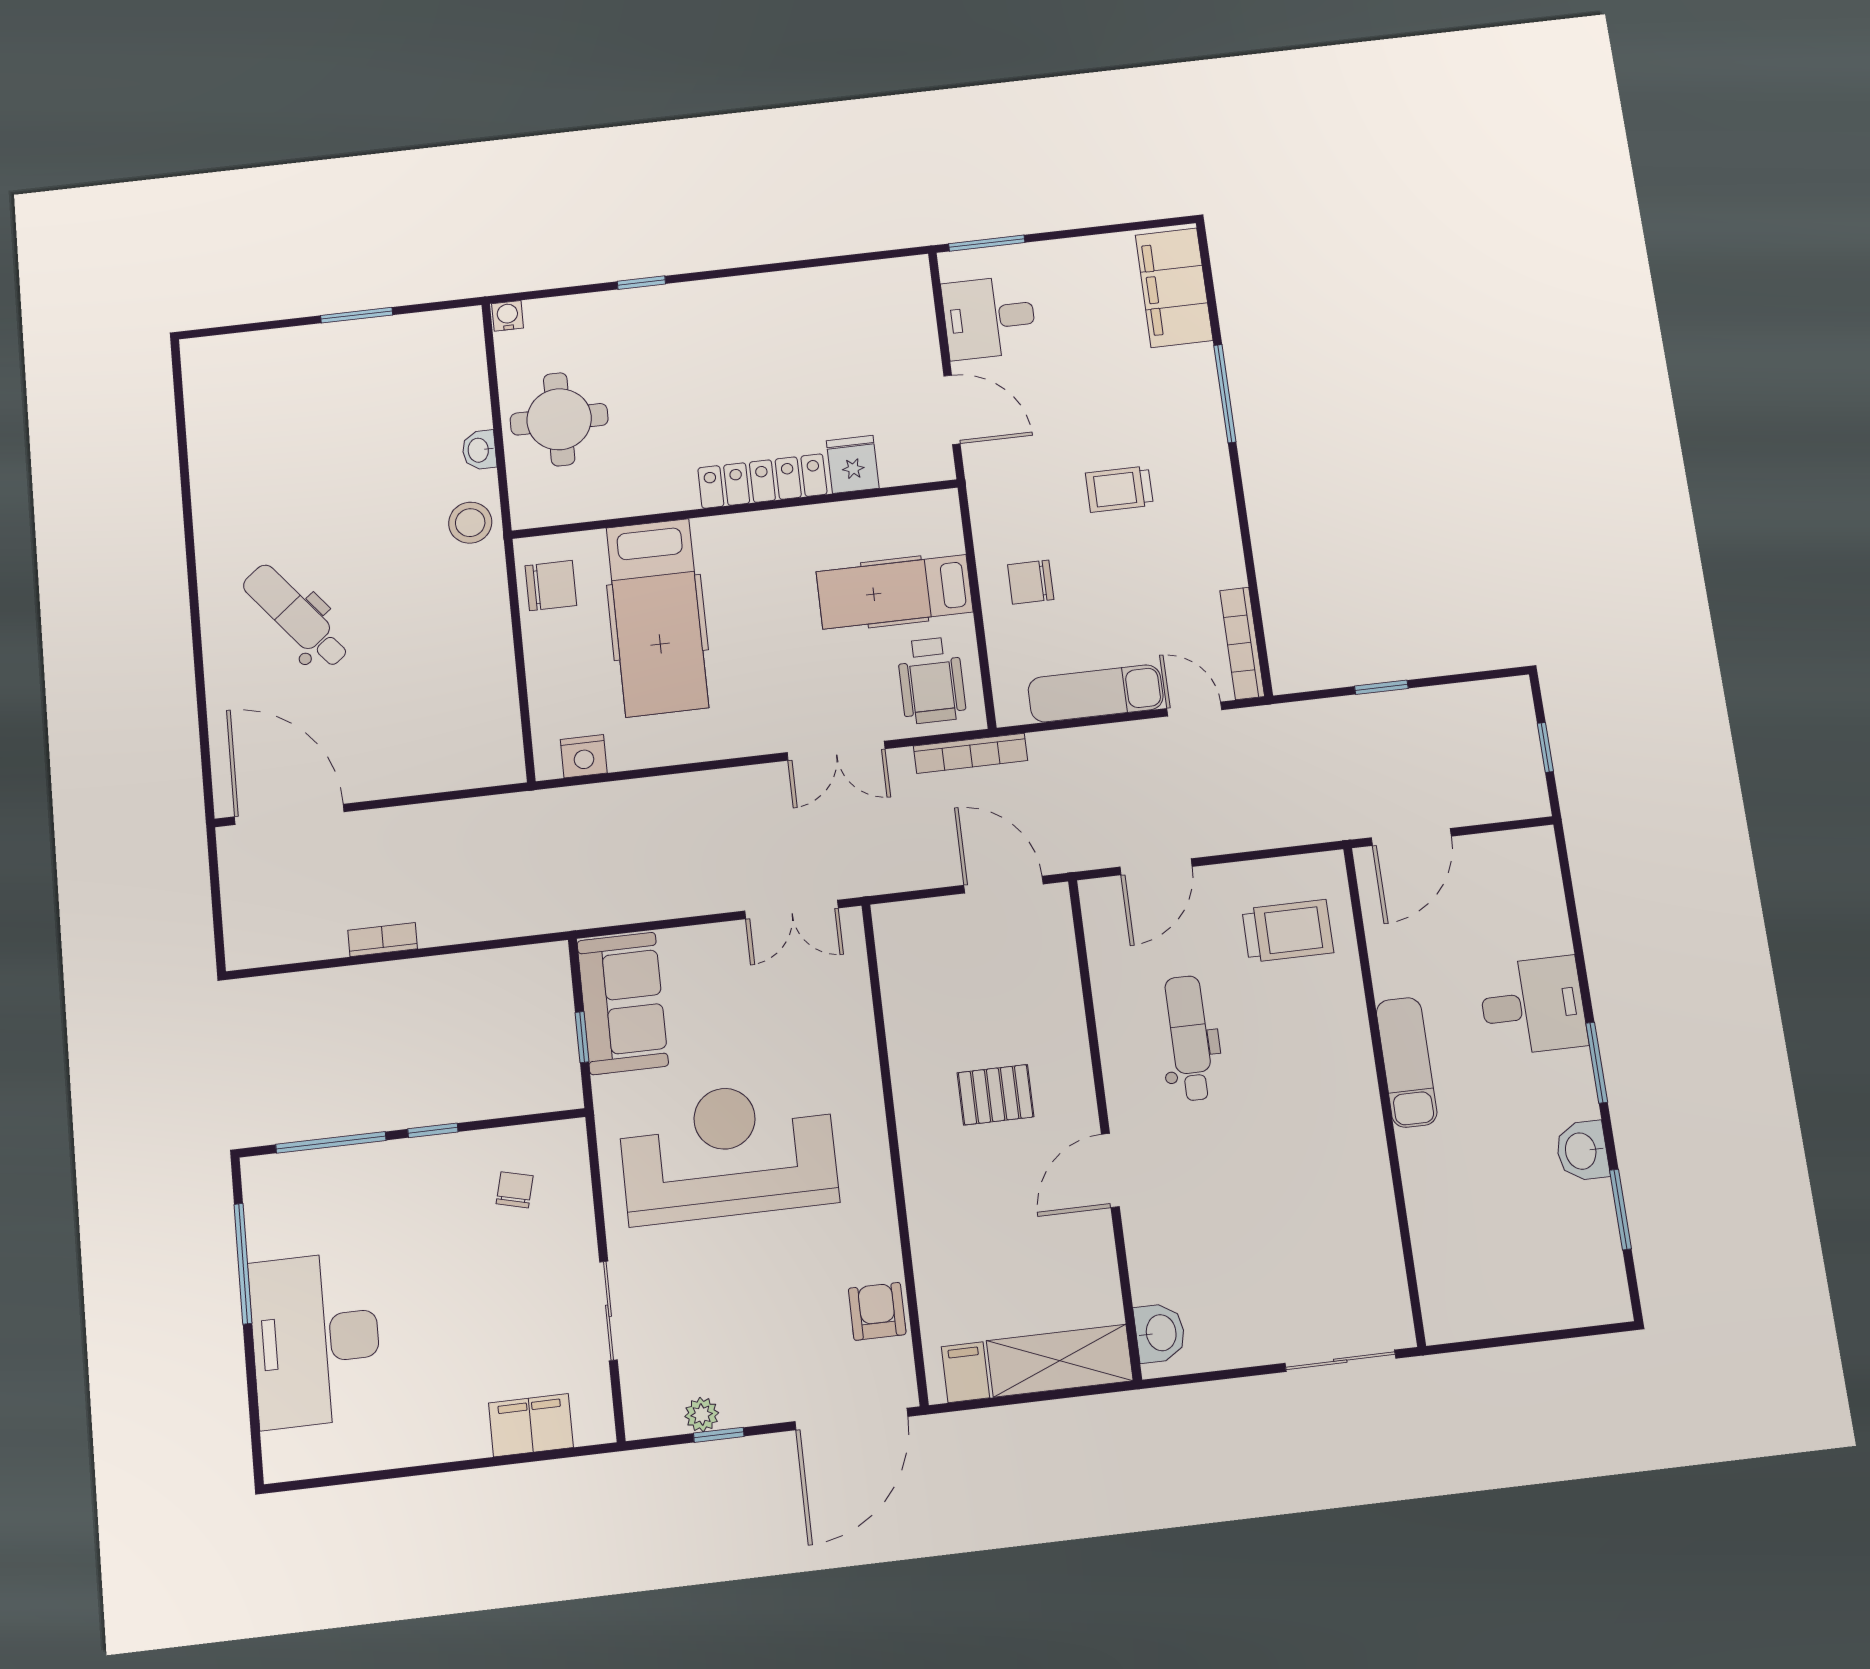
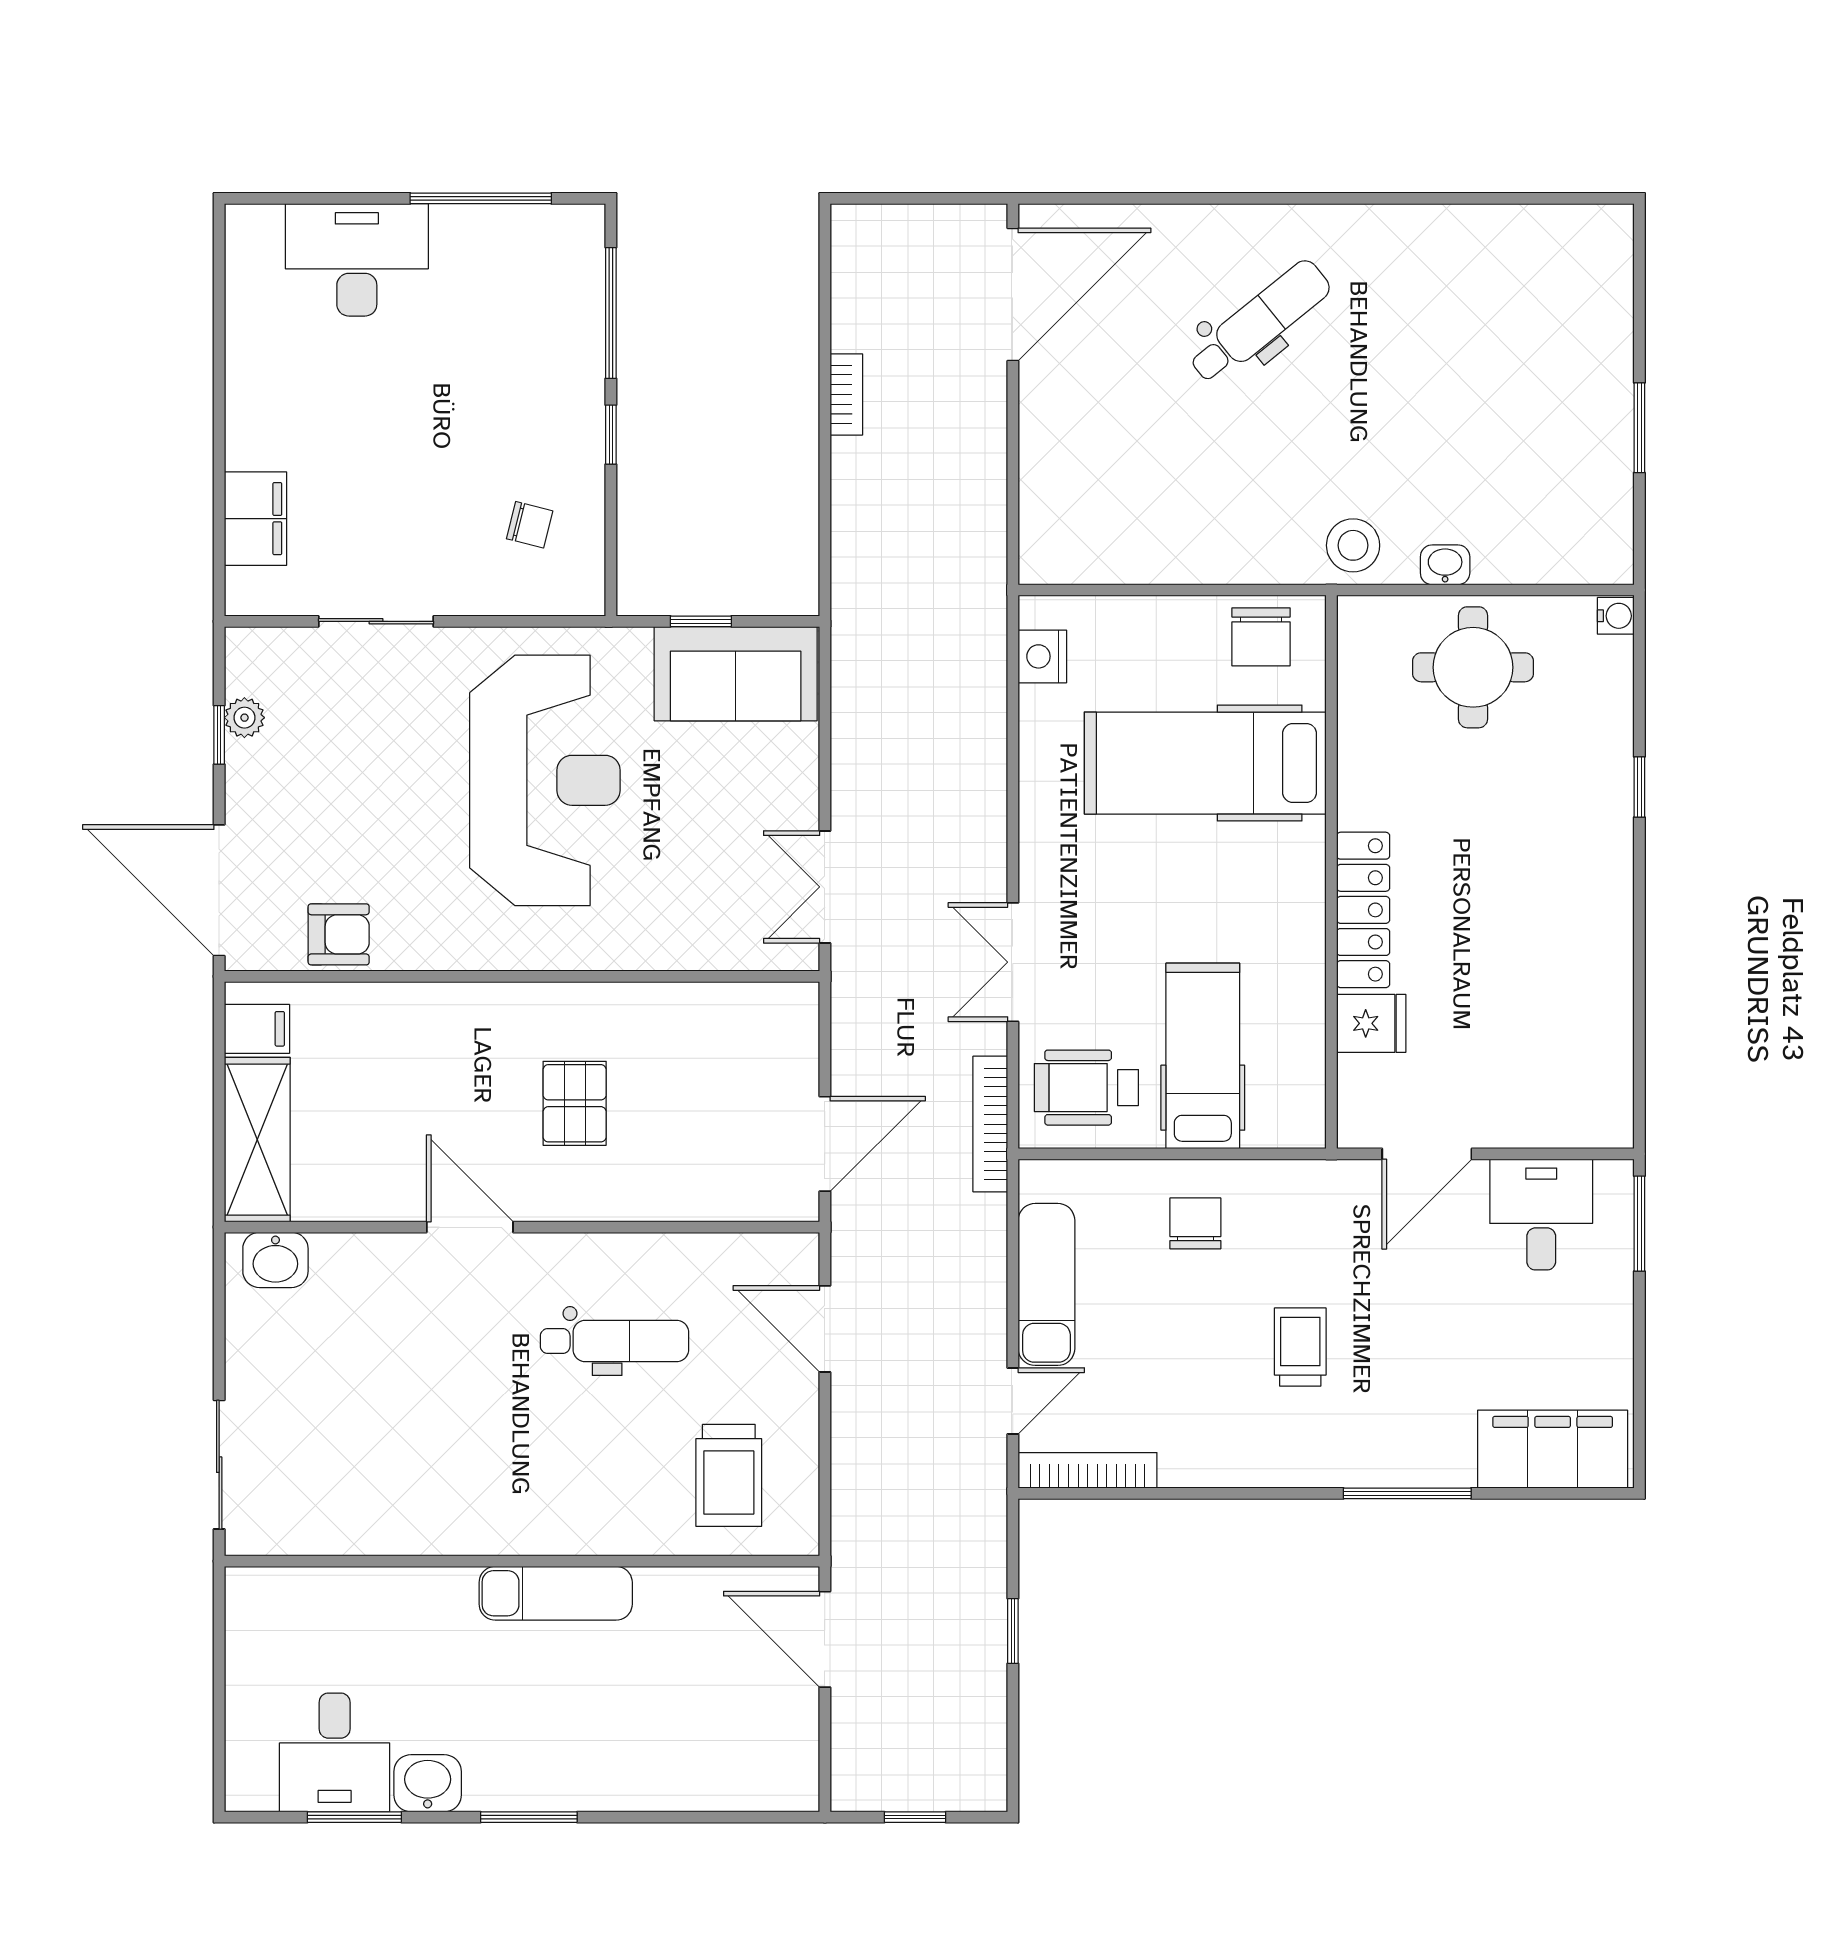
desk: (1533, 1006) -> (335, 1752), moved
desk: (316, 1340) -> (357, 260), width x0.73, depth x0.77

